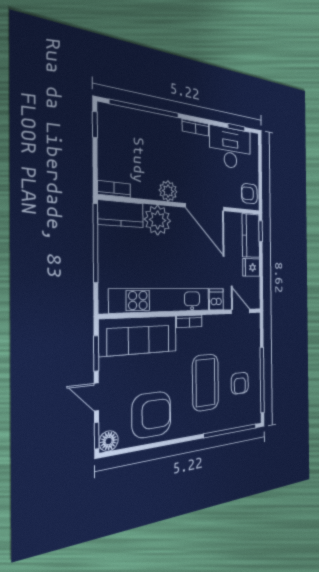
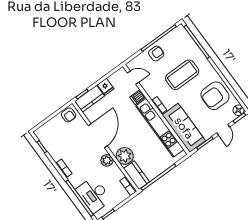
desk: (230, 148) -> (94, 195), moved
door: (241, 311) -> (133, 78), swing flipped
armchair: (240, 383) -> (156, 54), moved
armchair: (152, 415) -> (215, 96), turned -90

